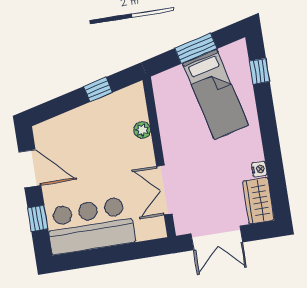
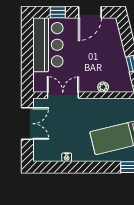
wardrobe: (258, 201) -> (47, 154), removed
double door: (217, 238) -> (27, 124), swing flipped

